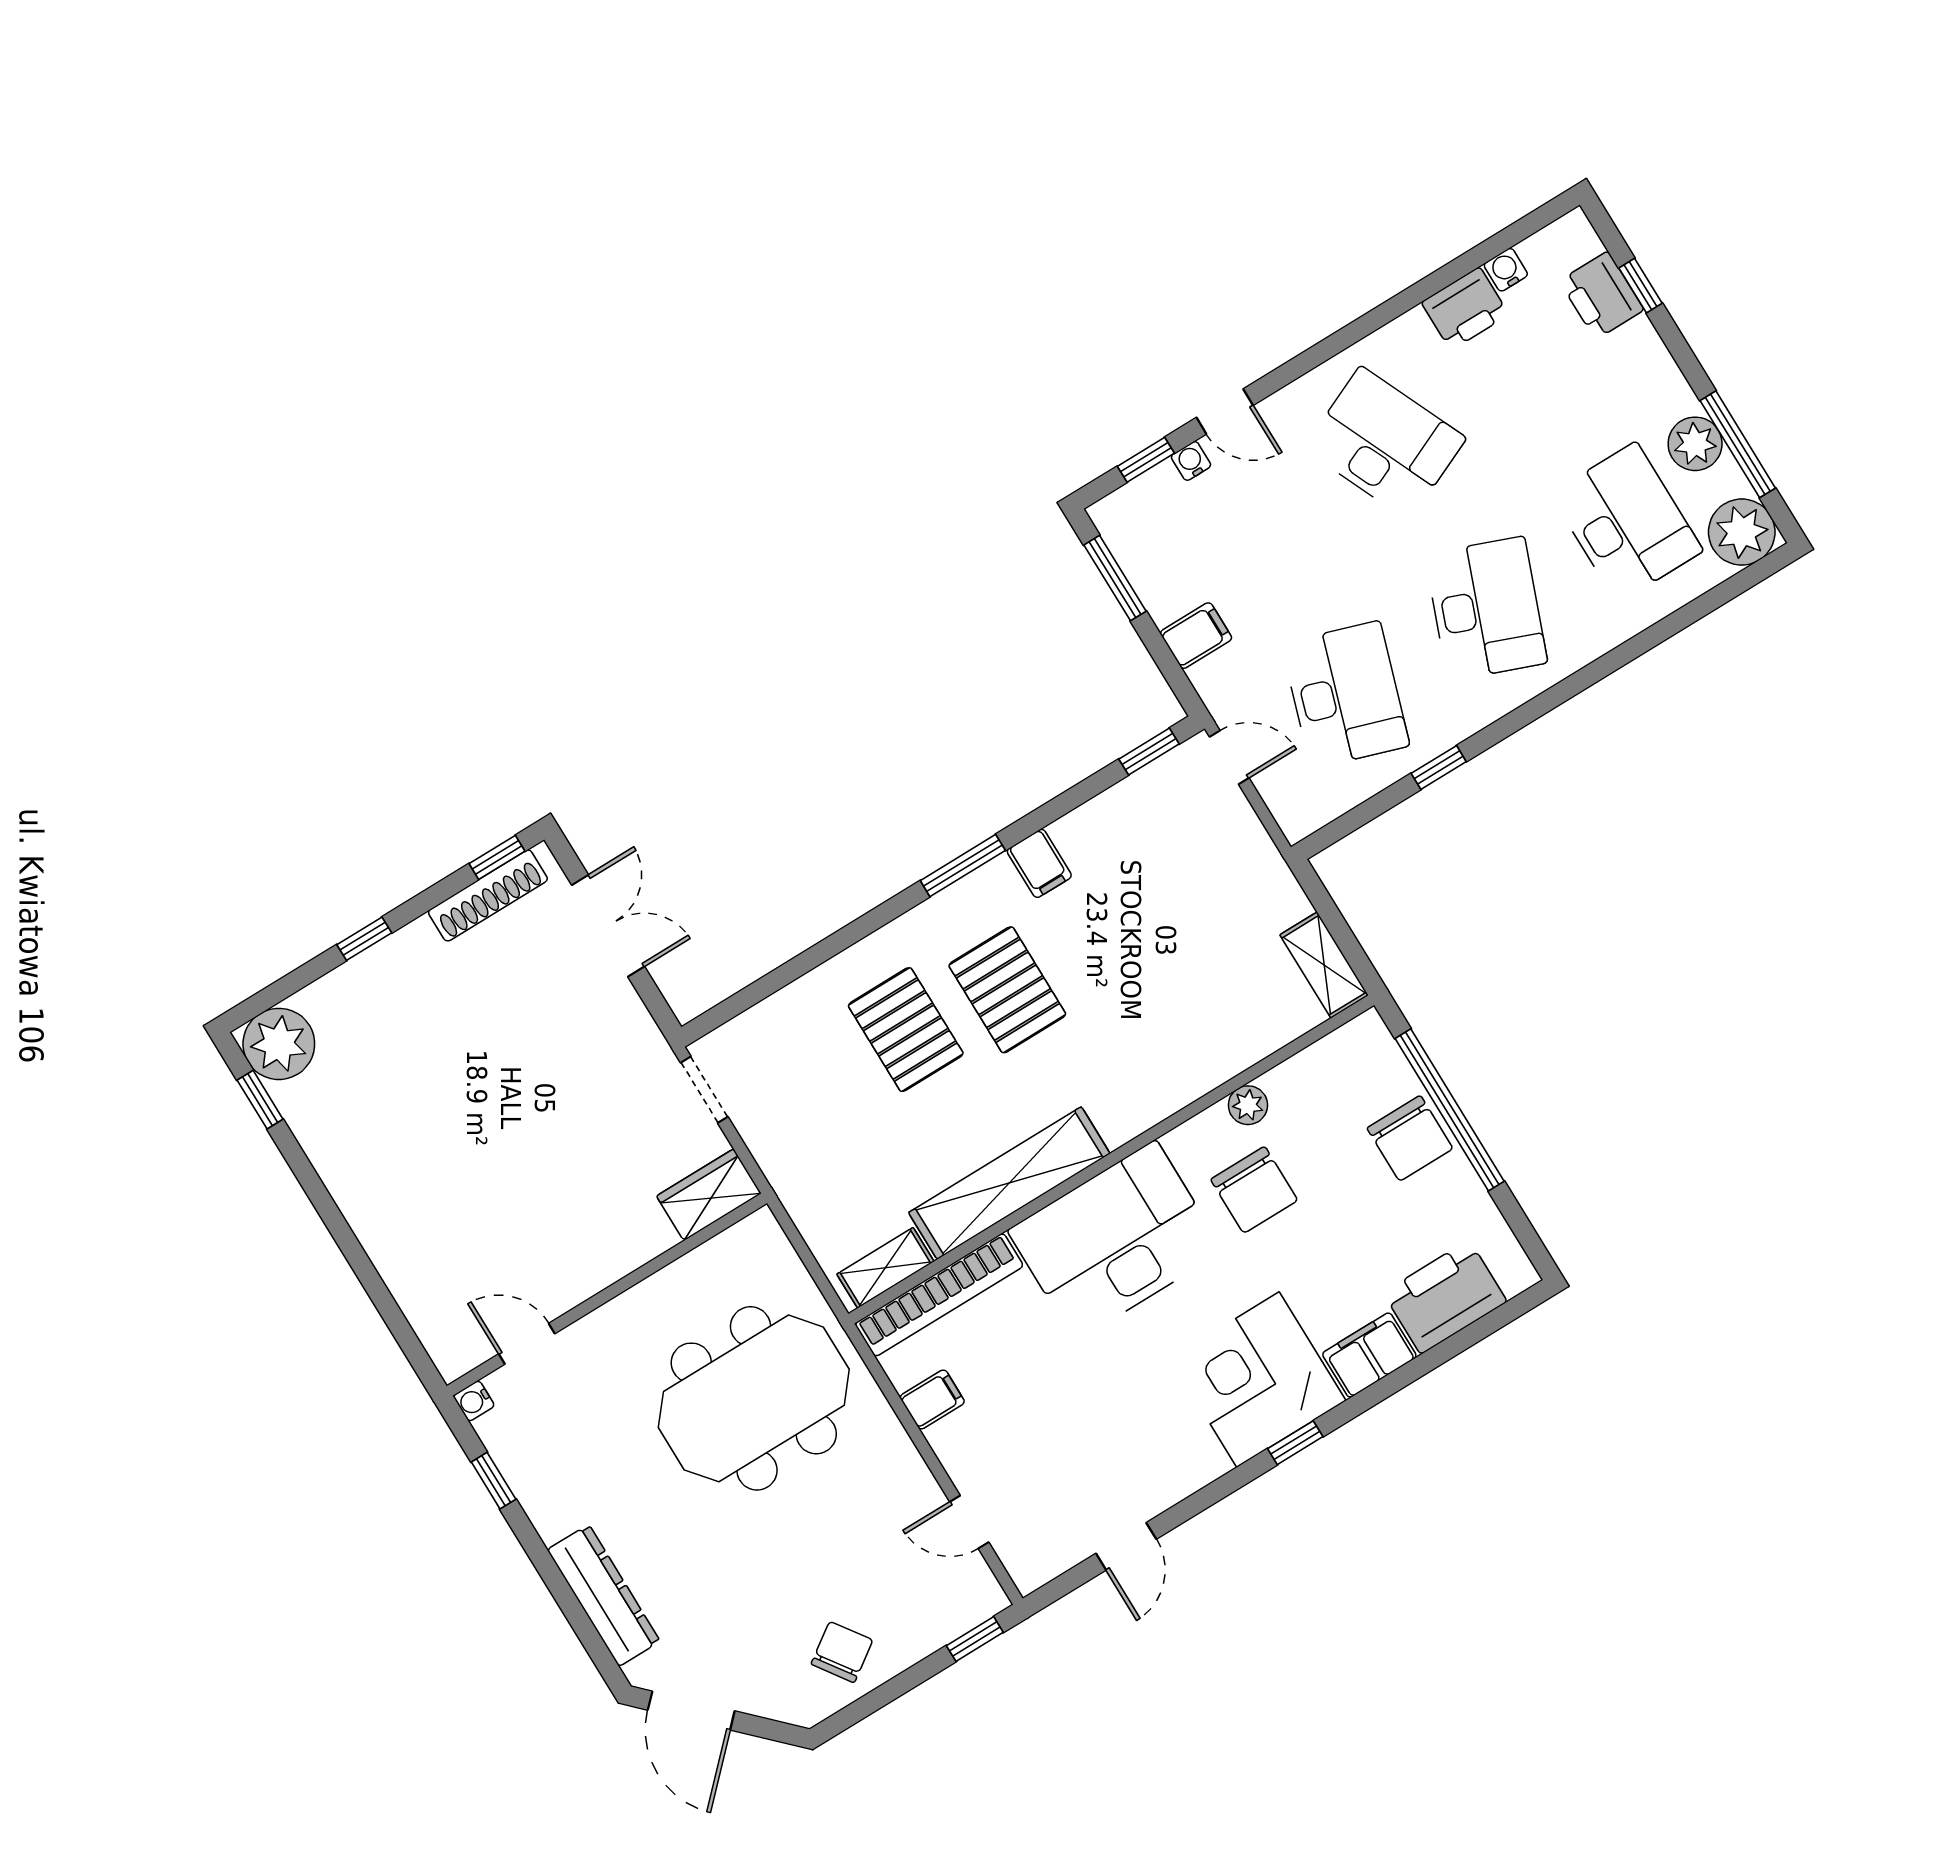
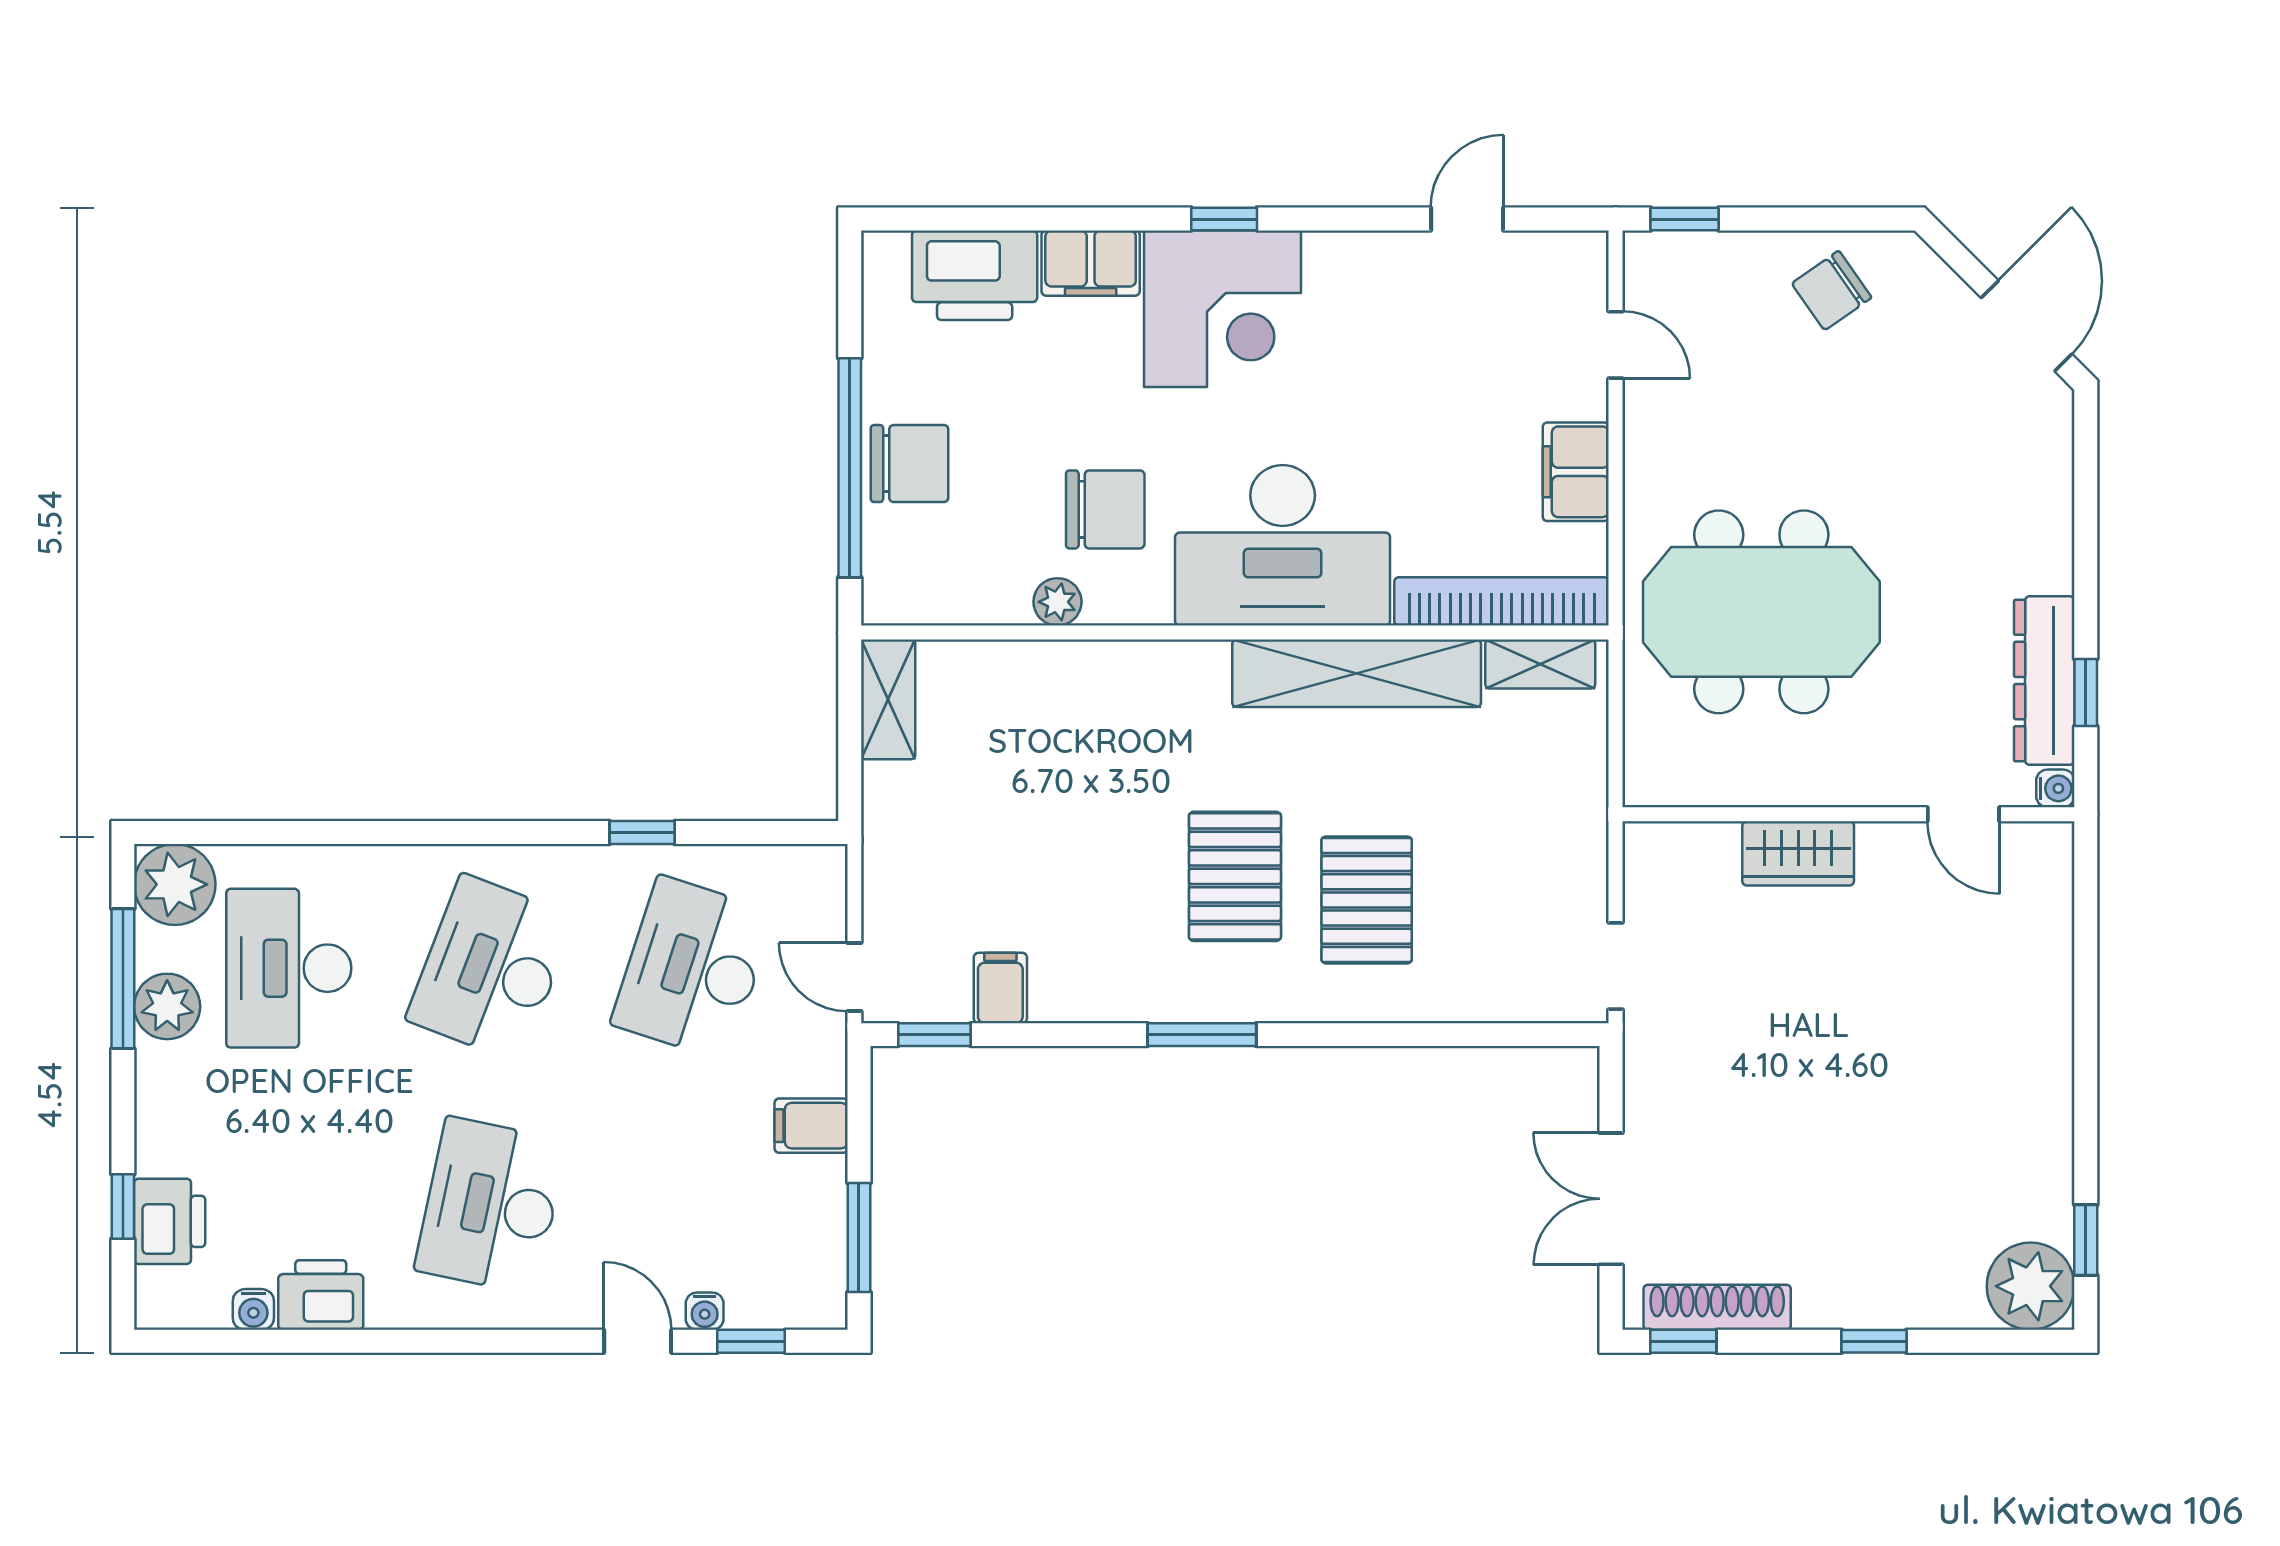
desk: (1385, 443) -> (491, 1206), turned 36
filing cabinet: (1039, 863) -> (1000, 988), moved
chair: (1410, 1138) -> (909, 464), turned 90
chair: (1254, 1190) -> (1105, 509), turned 90
wardrobe: (709, 1195) -> (1798, 853), moved
filing cabinet: (932, 1400) -> (1576, 472), width x2.00
dresser: (604, 1596) -> (2044, 681), moved

